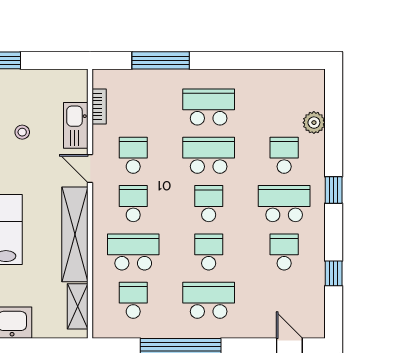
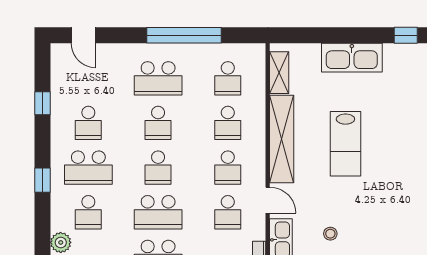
school desk: (133, 252) -> (228, 123), width x0.54

